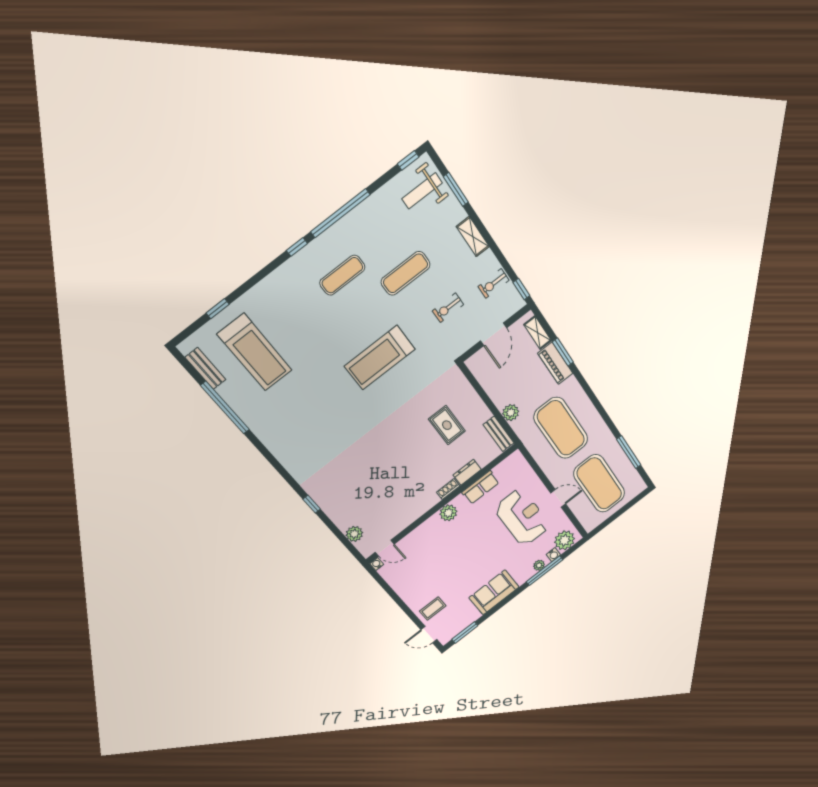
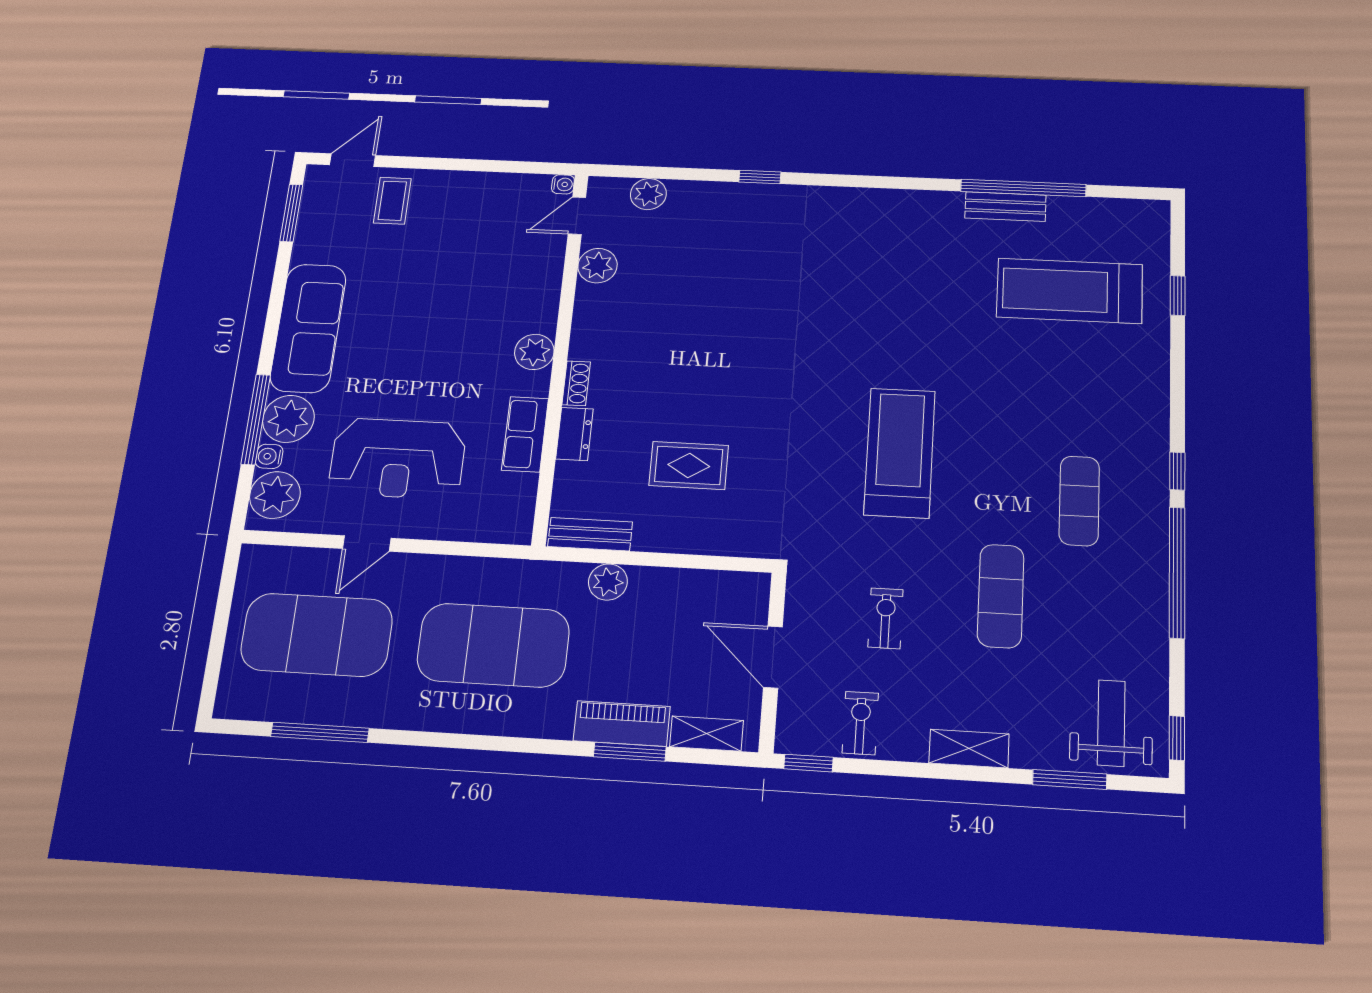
bench: (205, 368) -> (1005, 207), moved
plant: (398, 524) -> (598, 266), added
plant: (539, 565) -> (288, 419), width x1.88, depth x1.88
sofa: (494, 592) -> (308, 328), width x1.36

